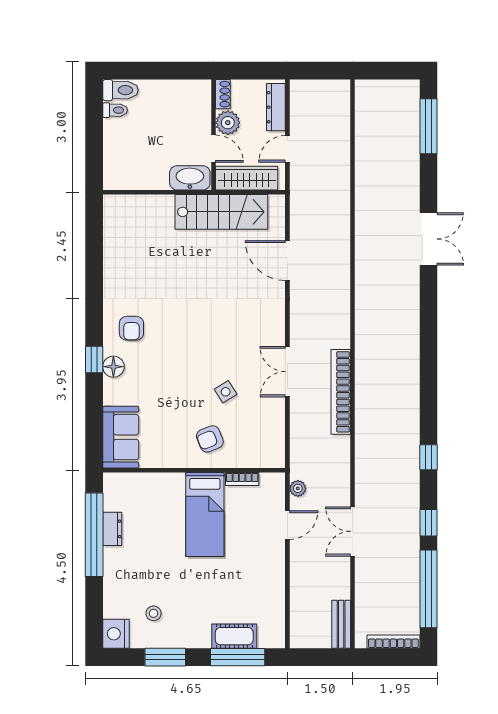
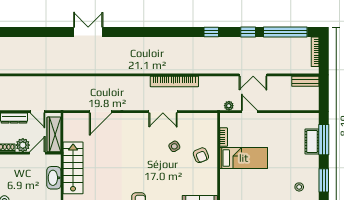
window: (429, 126) -> (25, 32), removed
washbasin: (190, 178) -> (54, 178), moved
stairs: (221, 212) -> (73, 168), moved

